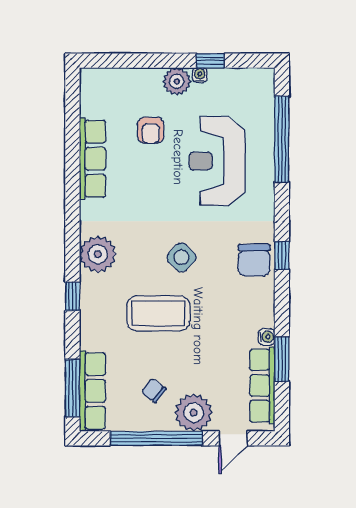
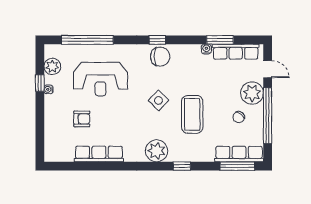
plant: (177, 81) -> (52, 66), moved

